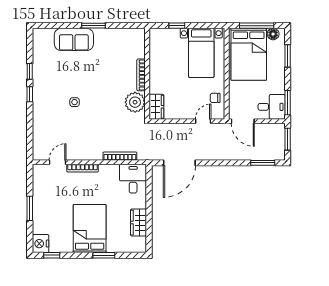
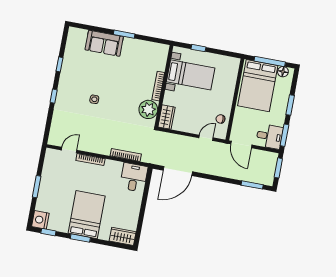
bed with nightstands: (201, 53) -> (191, 75), moved, turned -90
window: (288, 56) -> (290, 105), moved
window: (30, 94) -> (54, 96), moved
wardrobe: (139, 223) -> (123, 236), moved, turned 90
window: (104, 255) -> (80, 238), moved

